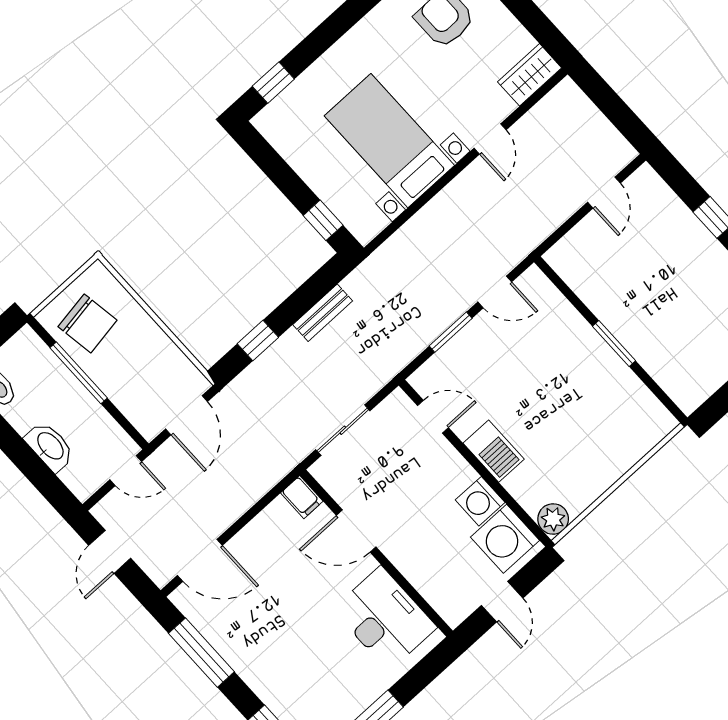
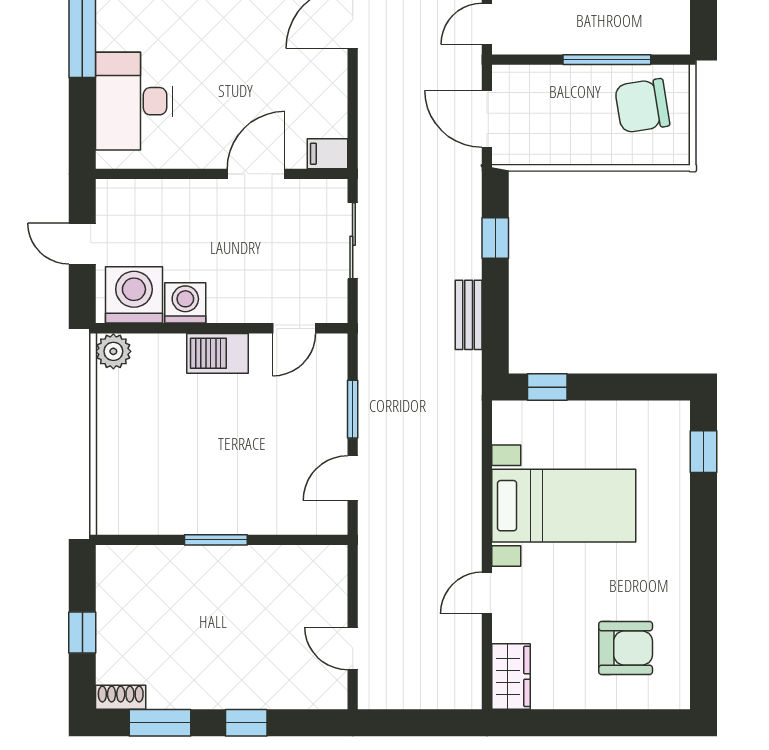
door: (490, 139) -> (487, 593), hinge flipped
desk: (385, 618) -> (134, 101), moved, turned 90

